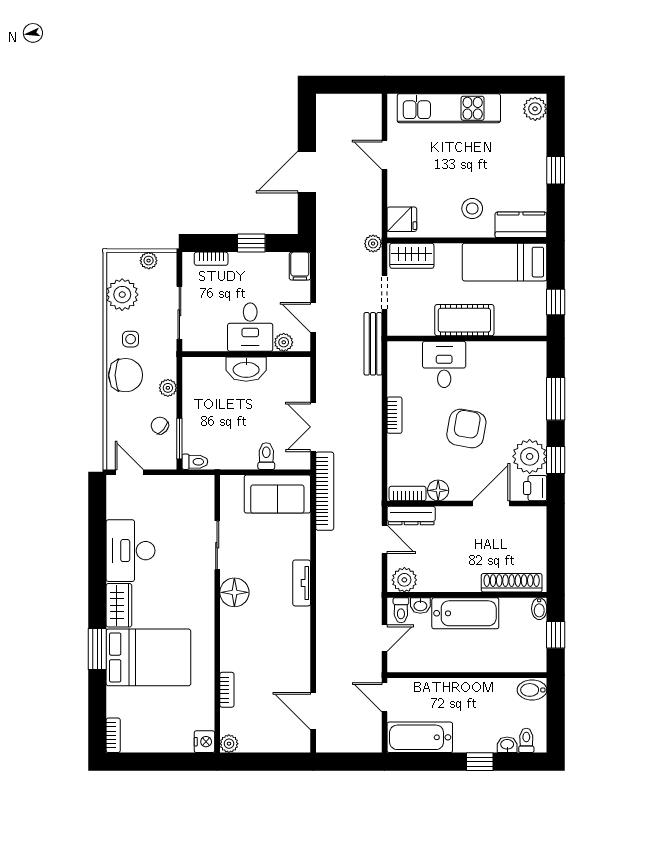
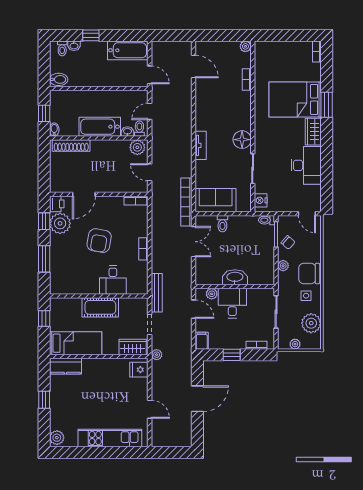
stool: (472, 209) -> (96, 376), removed
floor lamp: (438, 490) -> (117, 202), removed
dresser: (411, 516) -> (133, 187), removed
nightstand: (204, 742) -> (261, 200), moved

